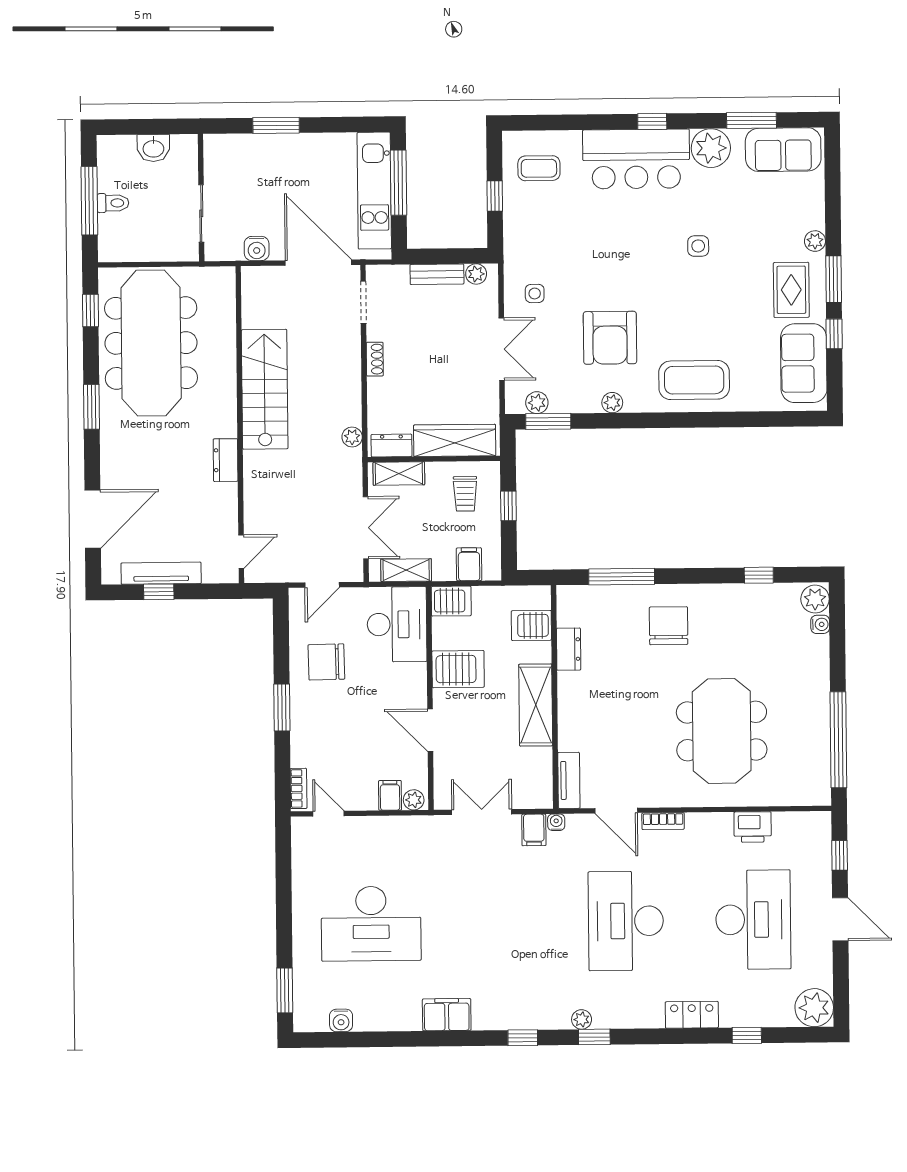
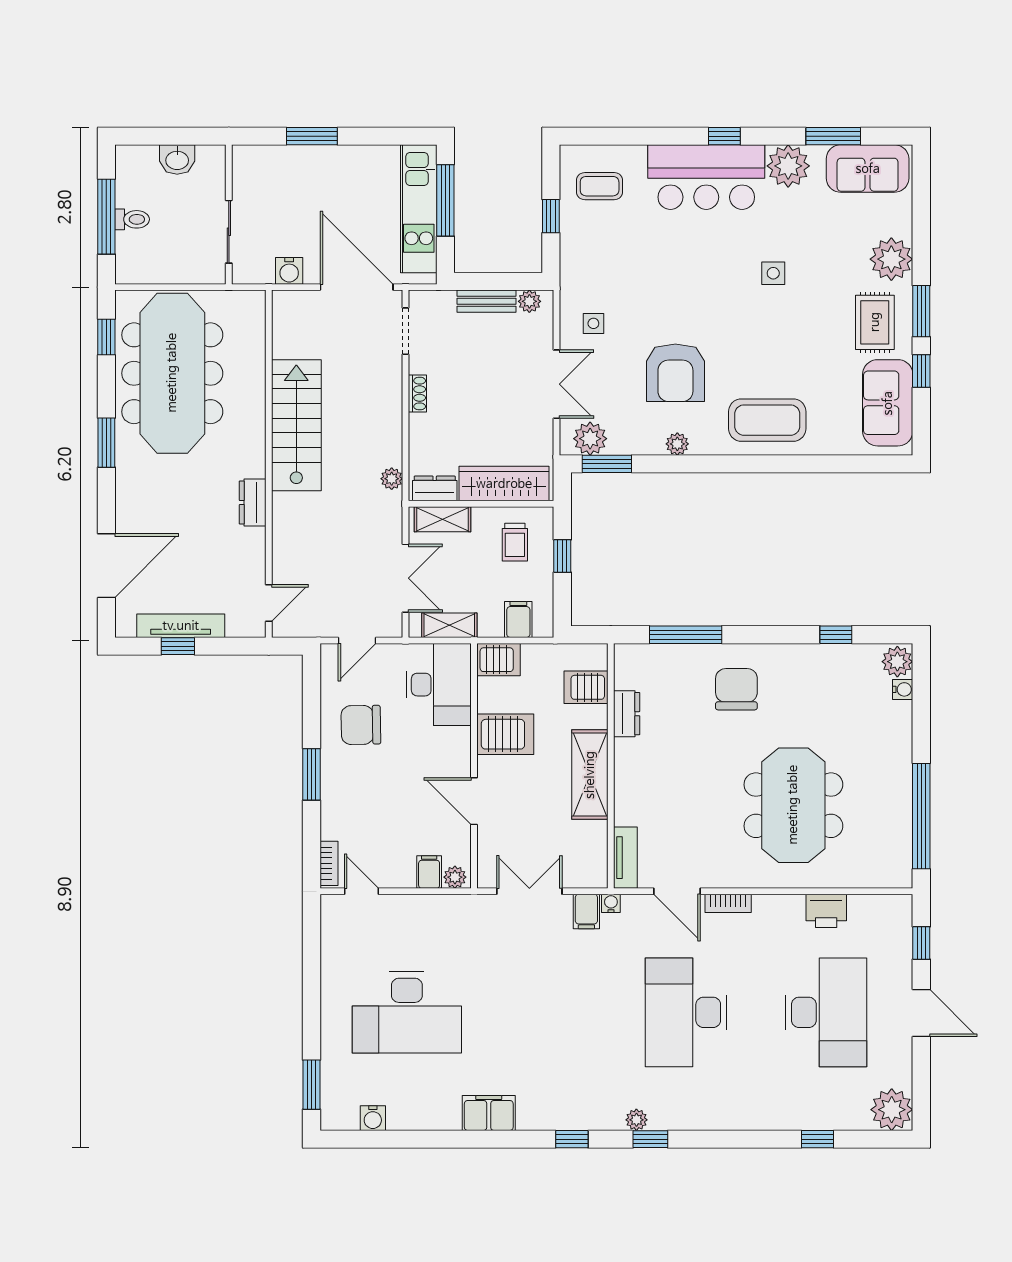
plant: (815, 241) -> (891, 259), width x1.88, depth x1.88
plant: (537, 403) -> (590, 439), width x1.38, depth x1.38
locker: (692, 1015) -> (757, 1116), removed

